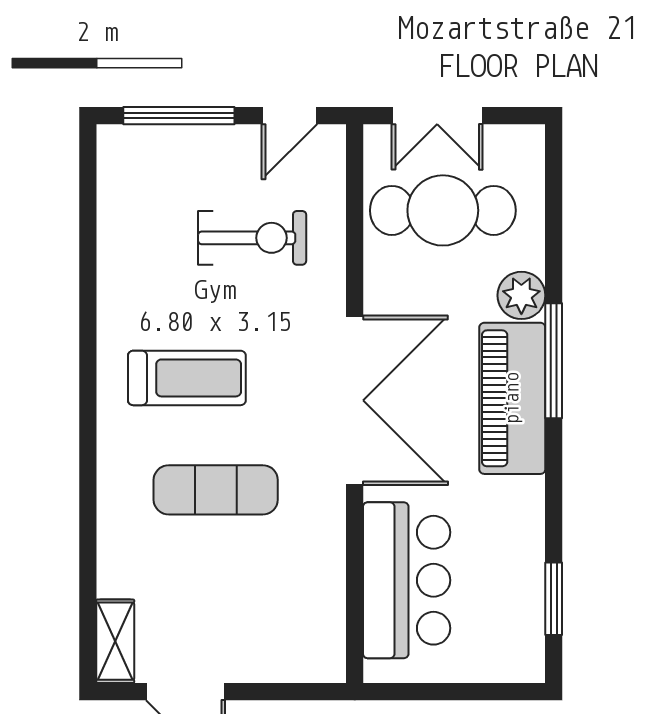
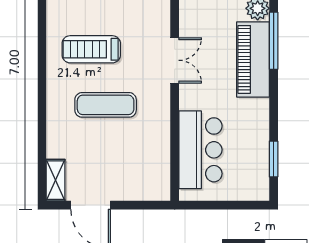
treadmill: (187, 378) -> (91, 49), turned 180
double door: (355, 400) -> (175, 60), width x0.54

